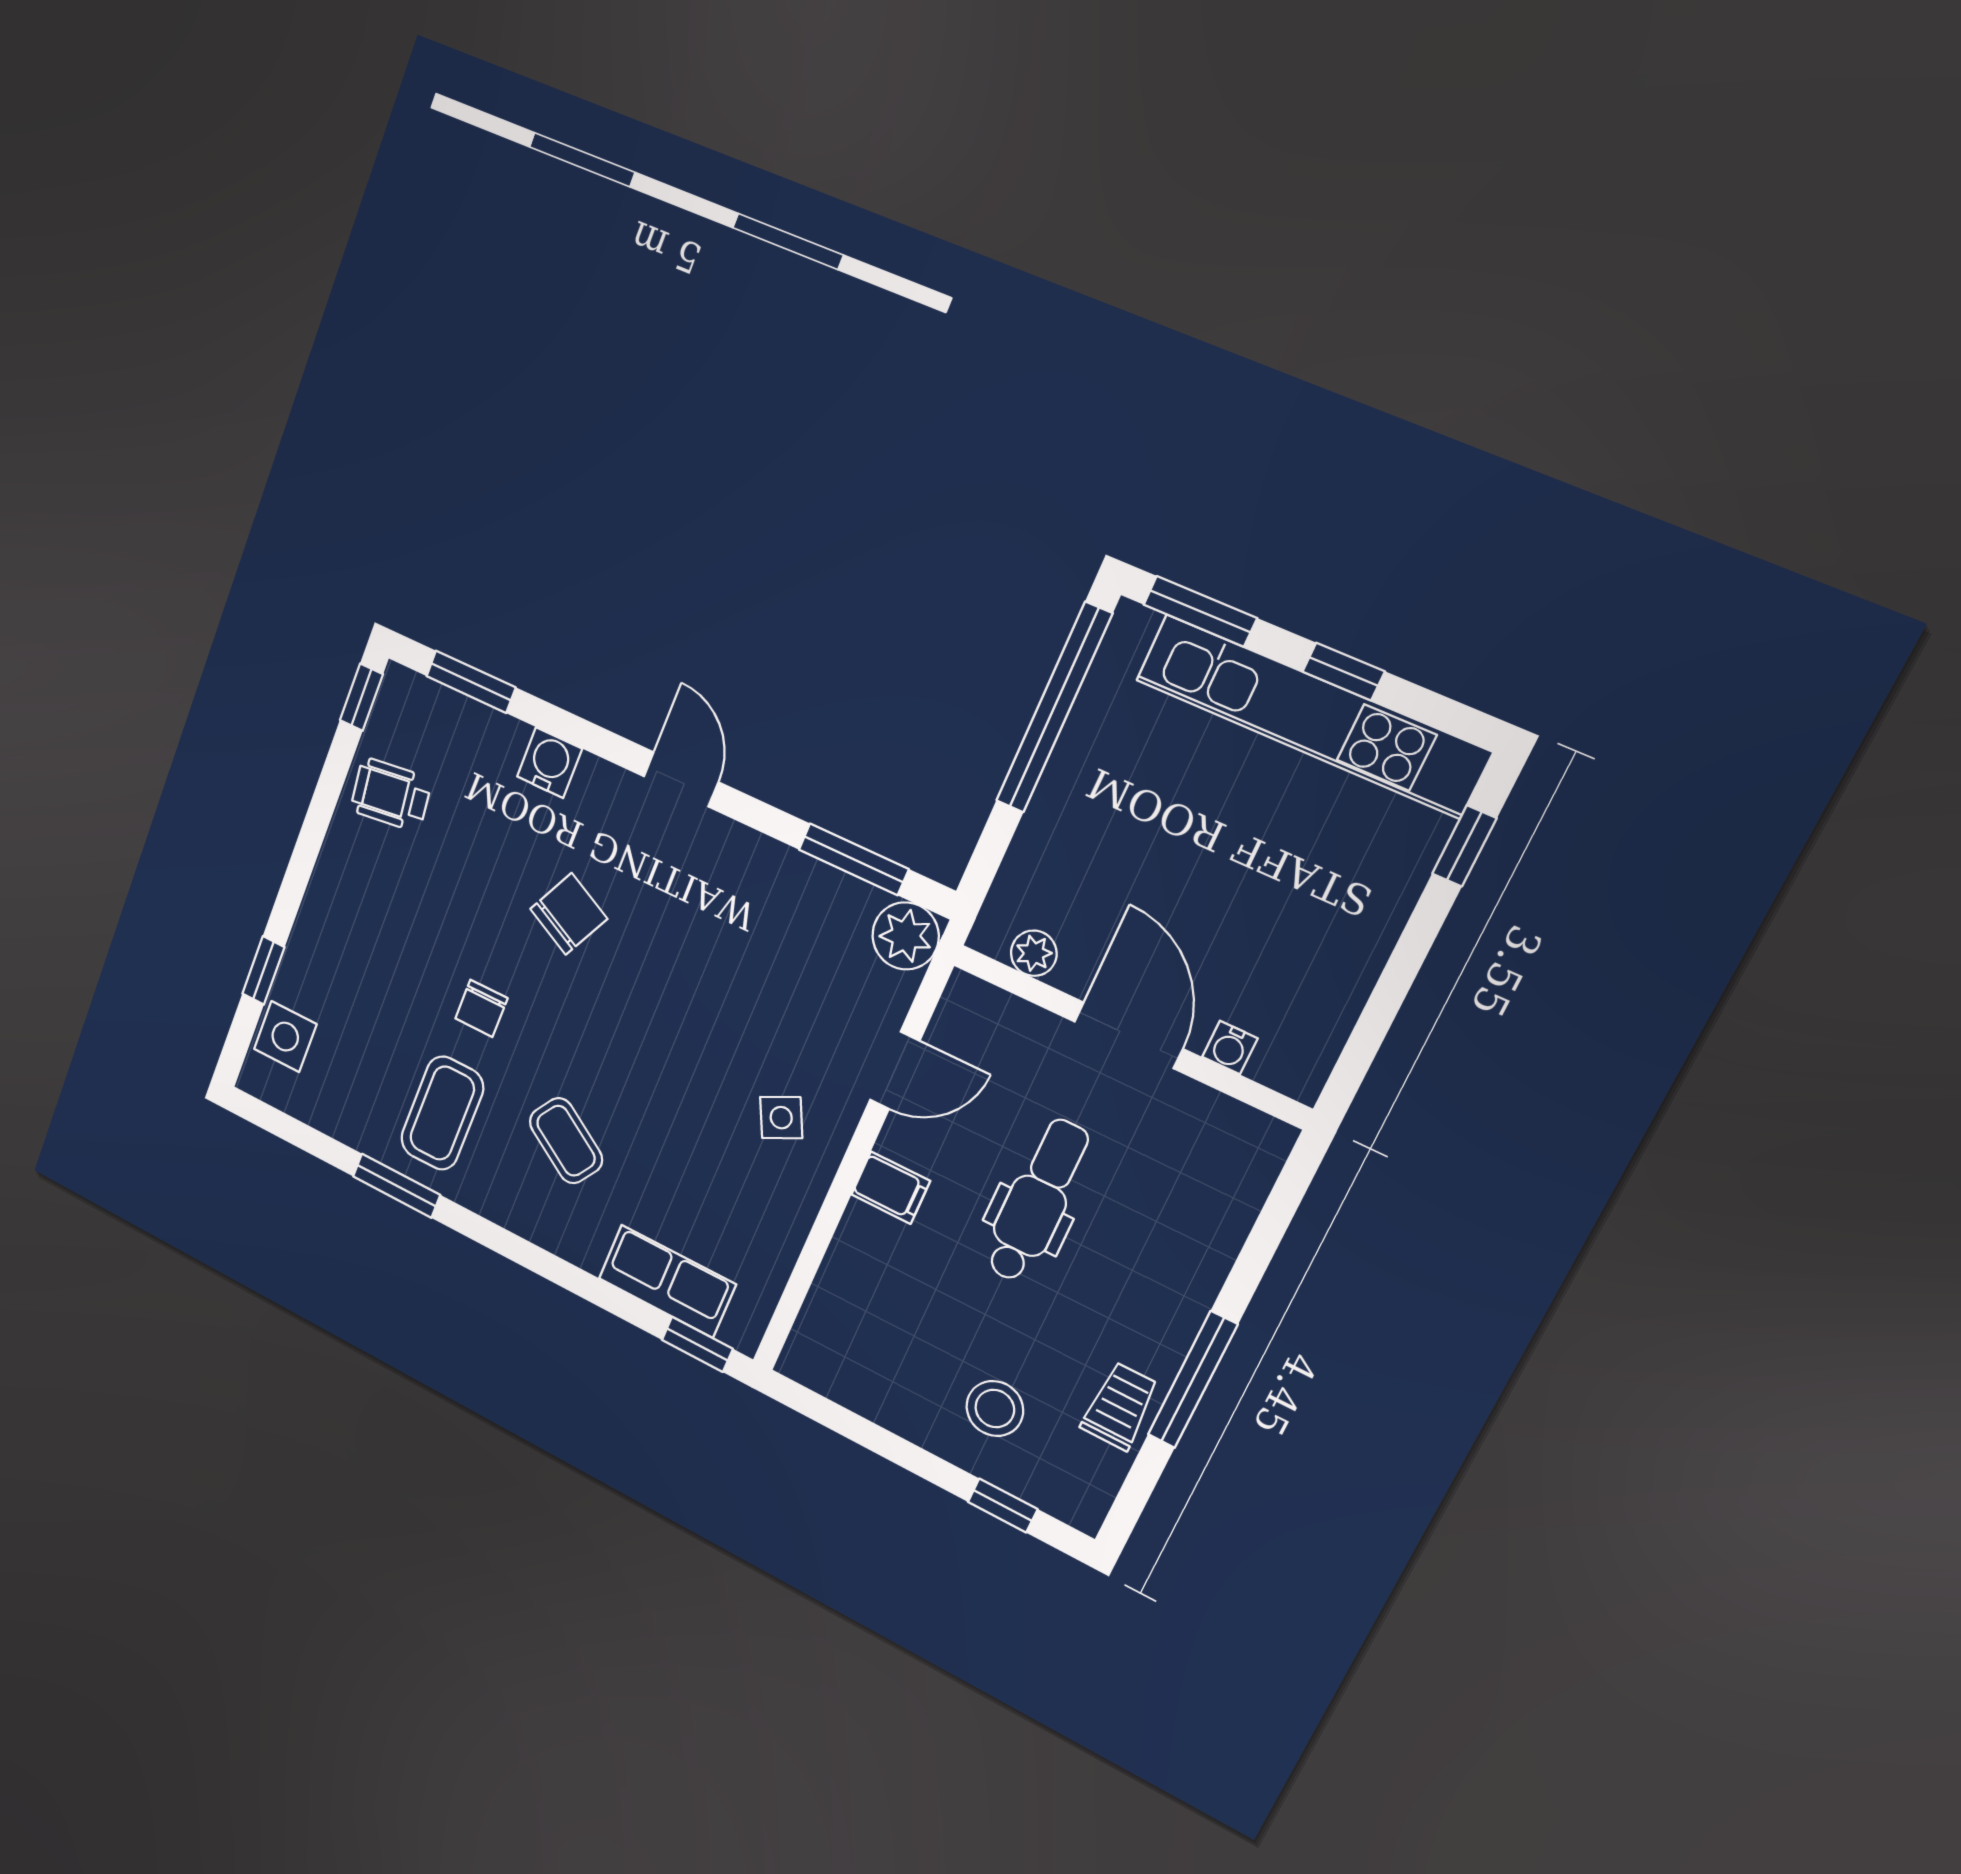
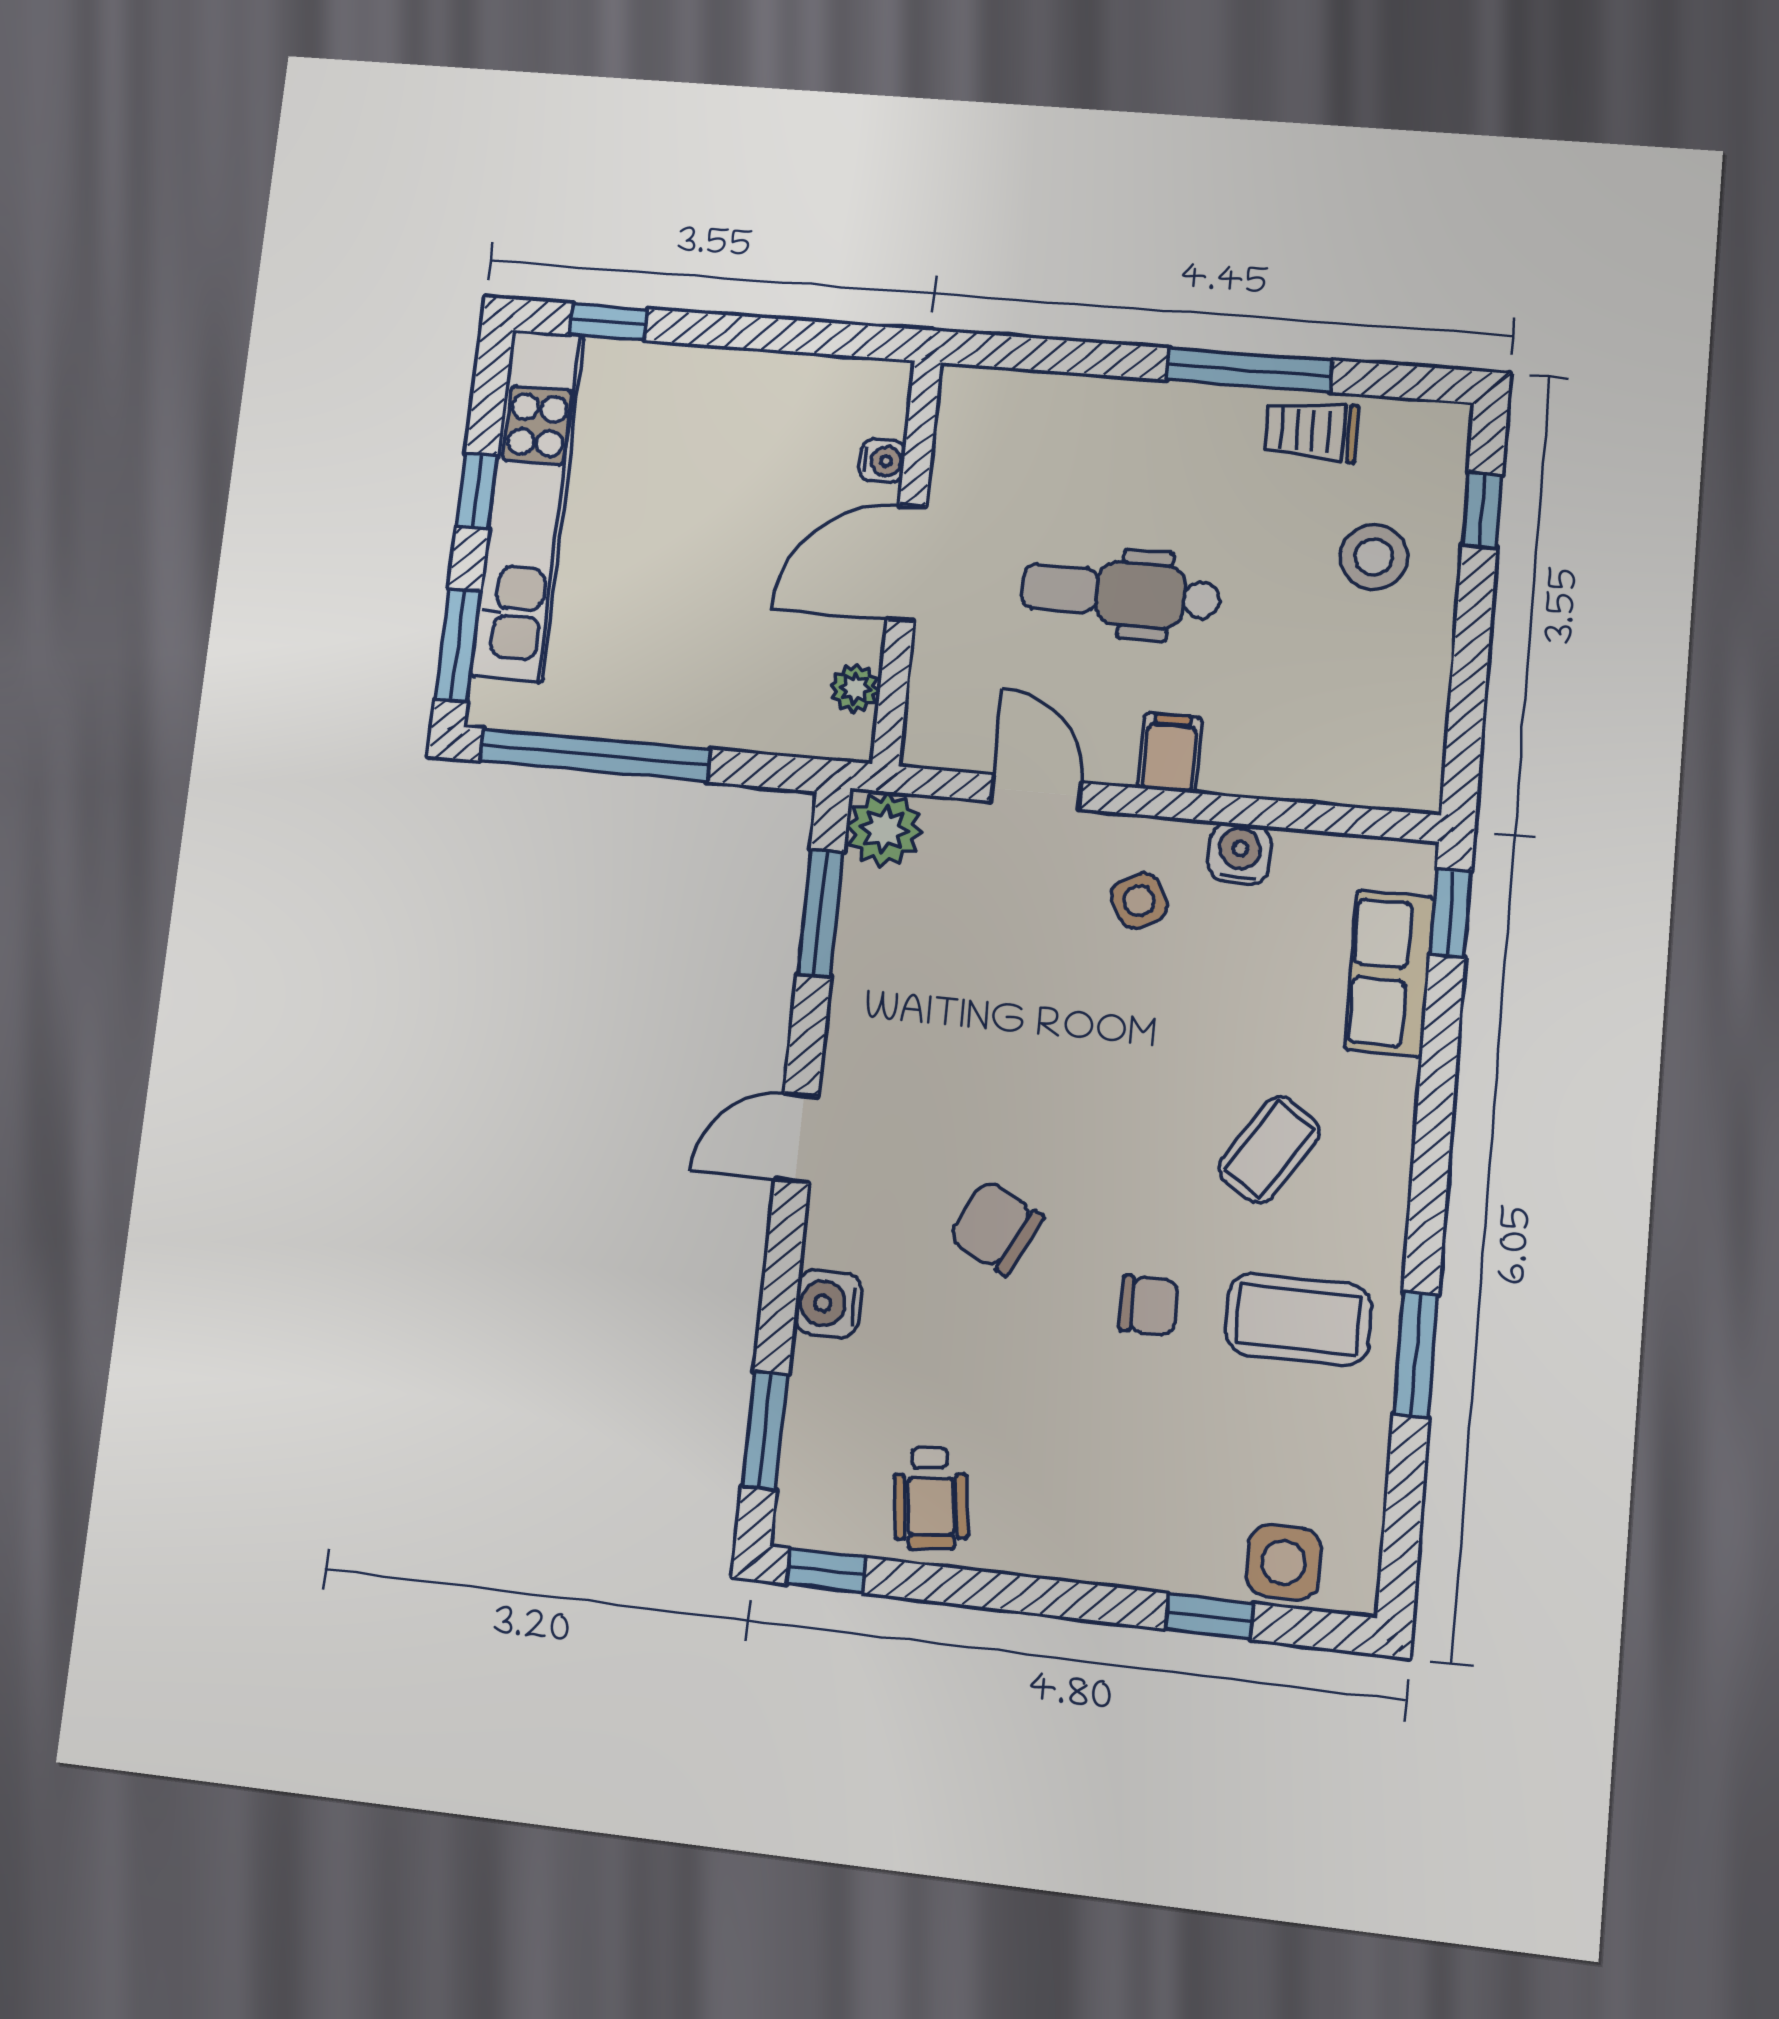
water cooler: (793, 1209) -> (1240, 853), added

